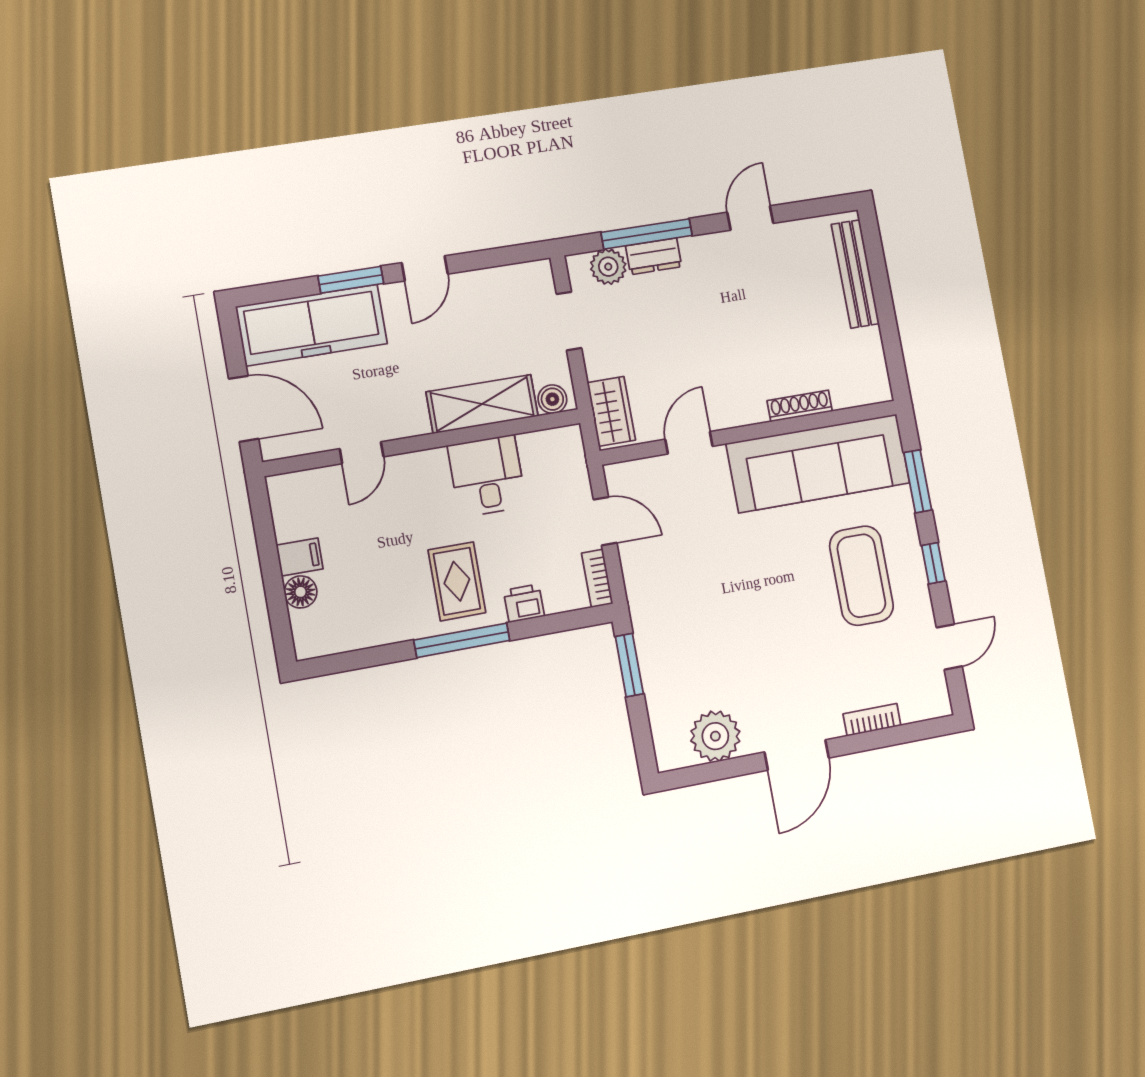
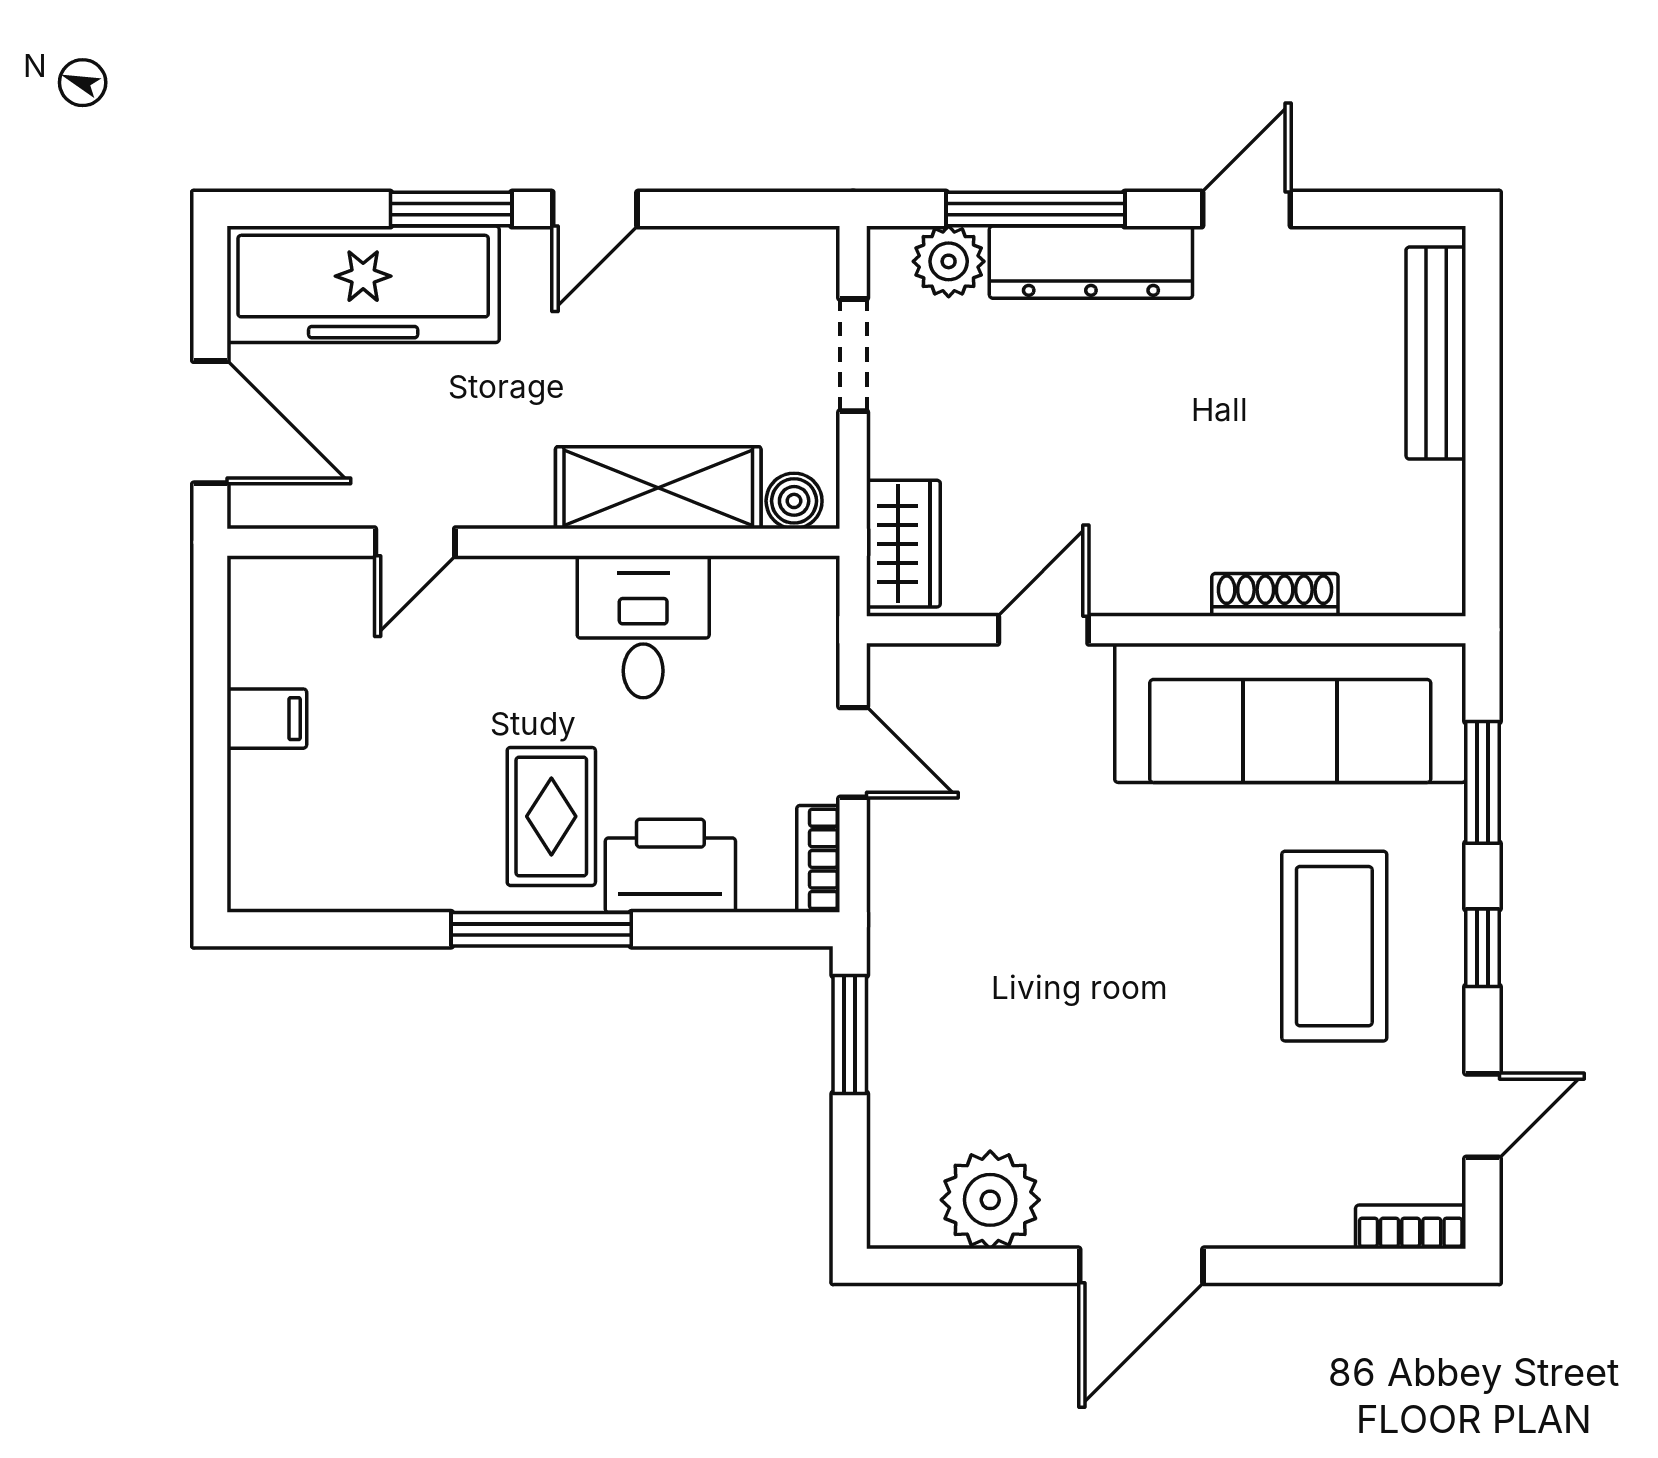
dresser: (654, 256) -> (1091, 262), width x1.96, depth x1.24
floor lamp: (301, 592) -> (258, 784), removed
printer: (524, 603) -> (670, 866), width x1.87, depth x1.48
bookcase: (872, 720) -> (1411, 1227), moved

